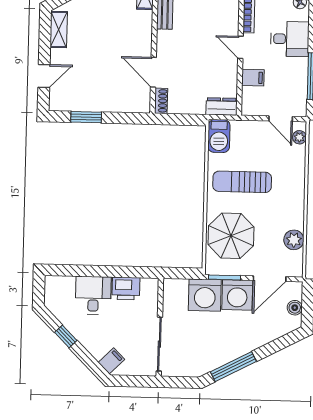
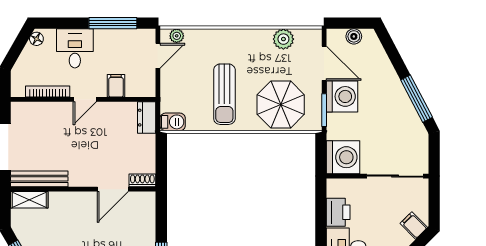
barbecue: (219, 136) -> (173, 122), width x0.73, depth x0.79
washing machine: (205, 295) -> (343, 157), moved

